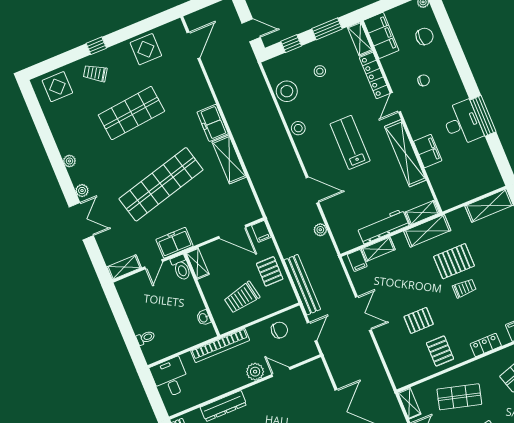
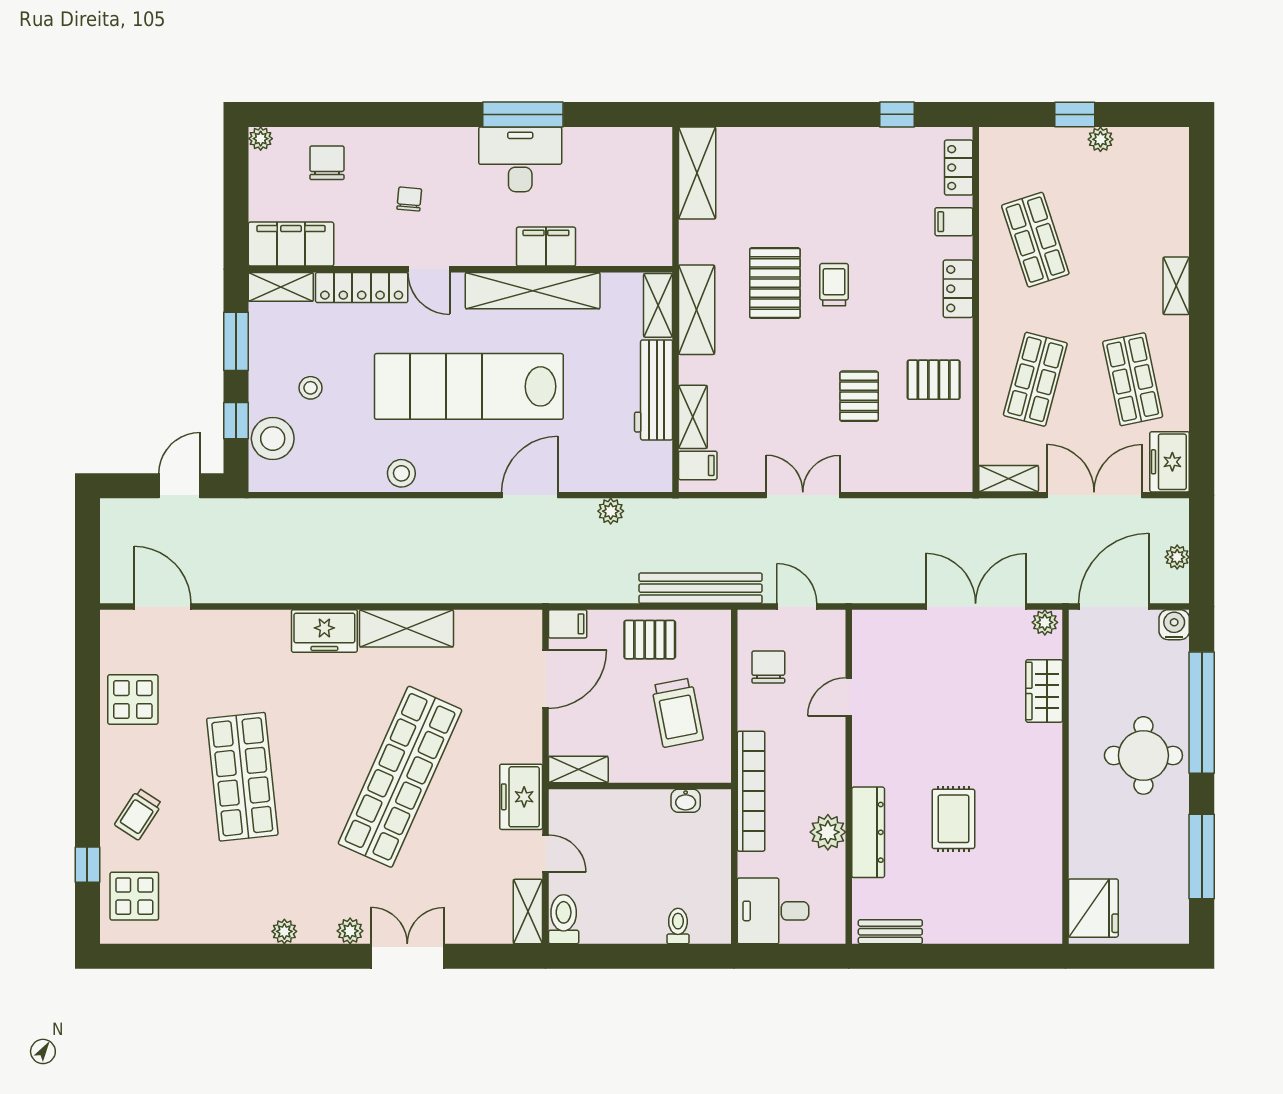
window: (96, 46) -> (87, 865), moved
stool: (287, 91) -> (273, 439), moved
lab bench: (350, 142) -> (469, 386), width x1.86, depth x1.39
shop shelf: (161, 184) -> (400, 777), turned 39
toilet: (181, 268) -> (564, 919), moved, turned -90
plant: (255, 372) -> (828, 832), moved

